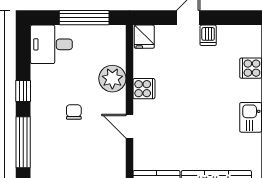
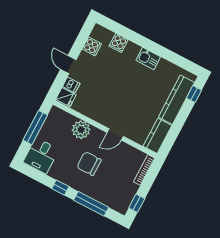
dishwasher: (208, 35) -> (71, 85), moved
cooker: (144, 89) -> (92, 46), moved, turned 90
chair: (74, 112) -> (89, 164), width x1.87, depth x1.87

